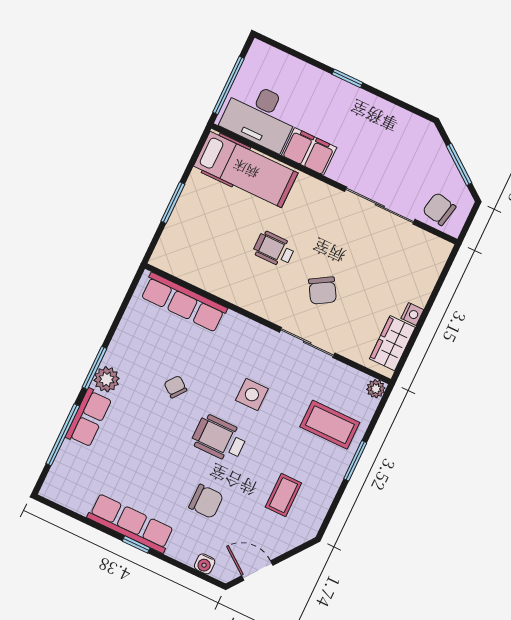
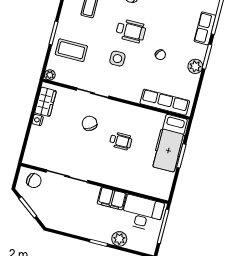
plant: (309, 78) -> (119, 239), added
hospital bed: (246, 169) -> (170, 143), moved, turned -90
plant: (107, 379) -> (195, 66), moved

